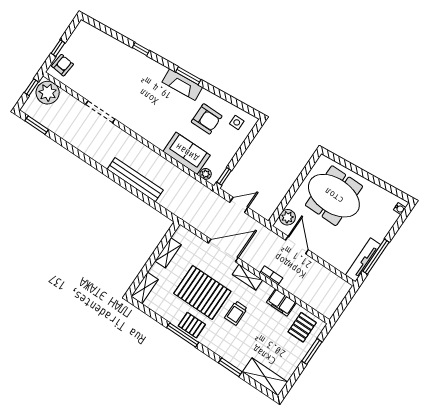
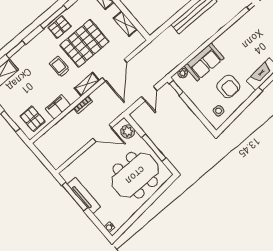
armchair: (207, 119) -> (228, 86), turned -90
window: (298, 183) -> (154, 148), added
tv unit: (363, 260) -> (84, 195), moved

